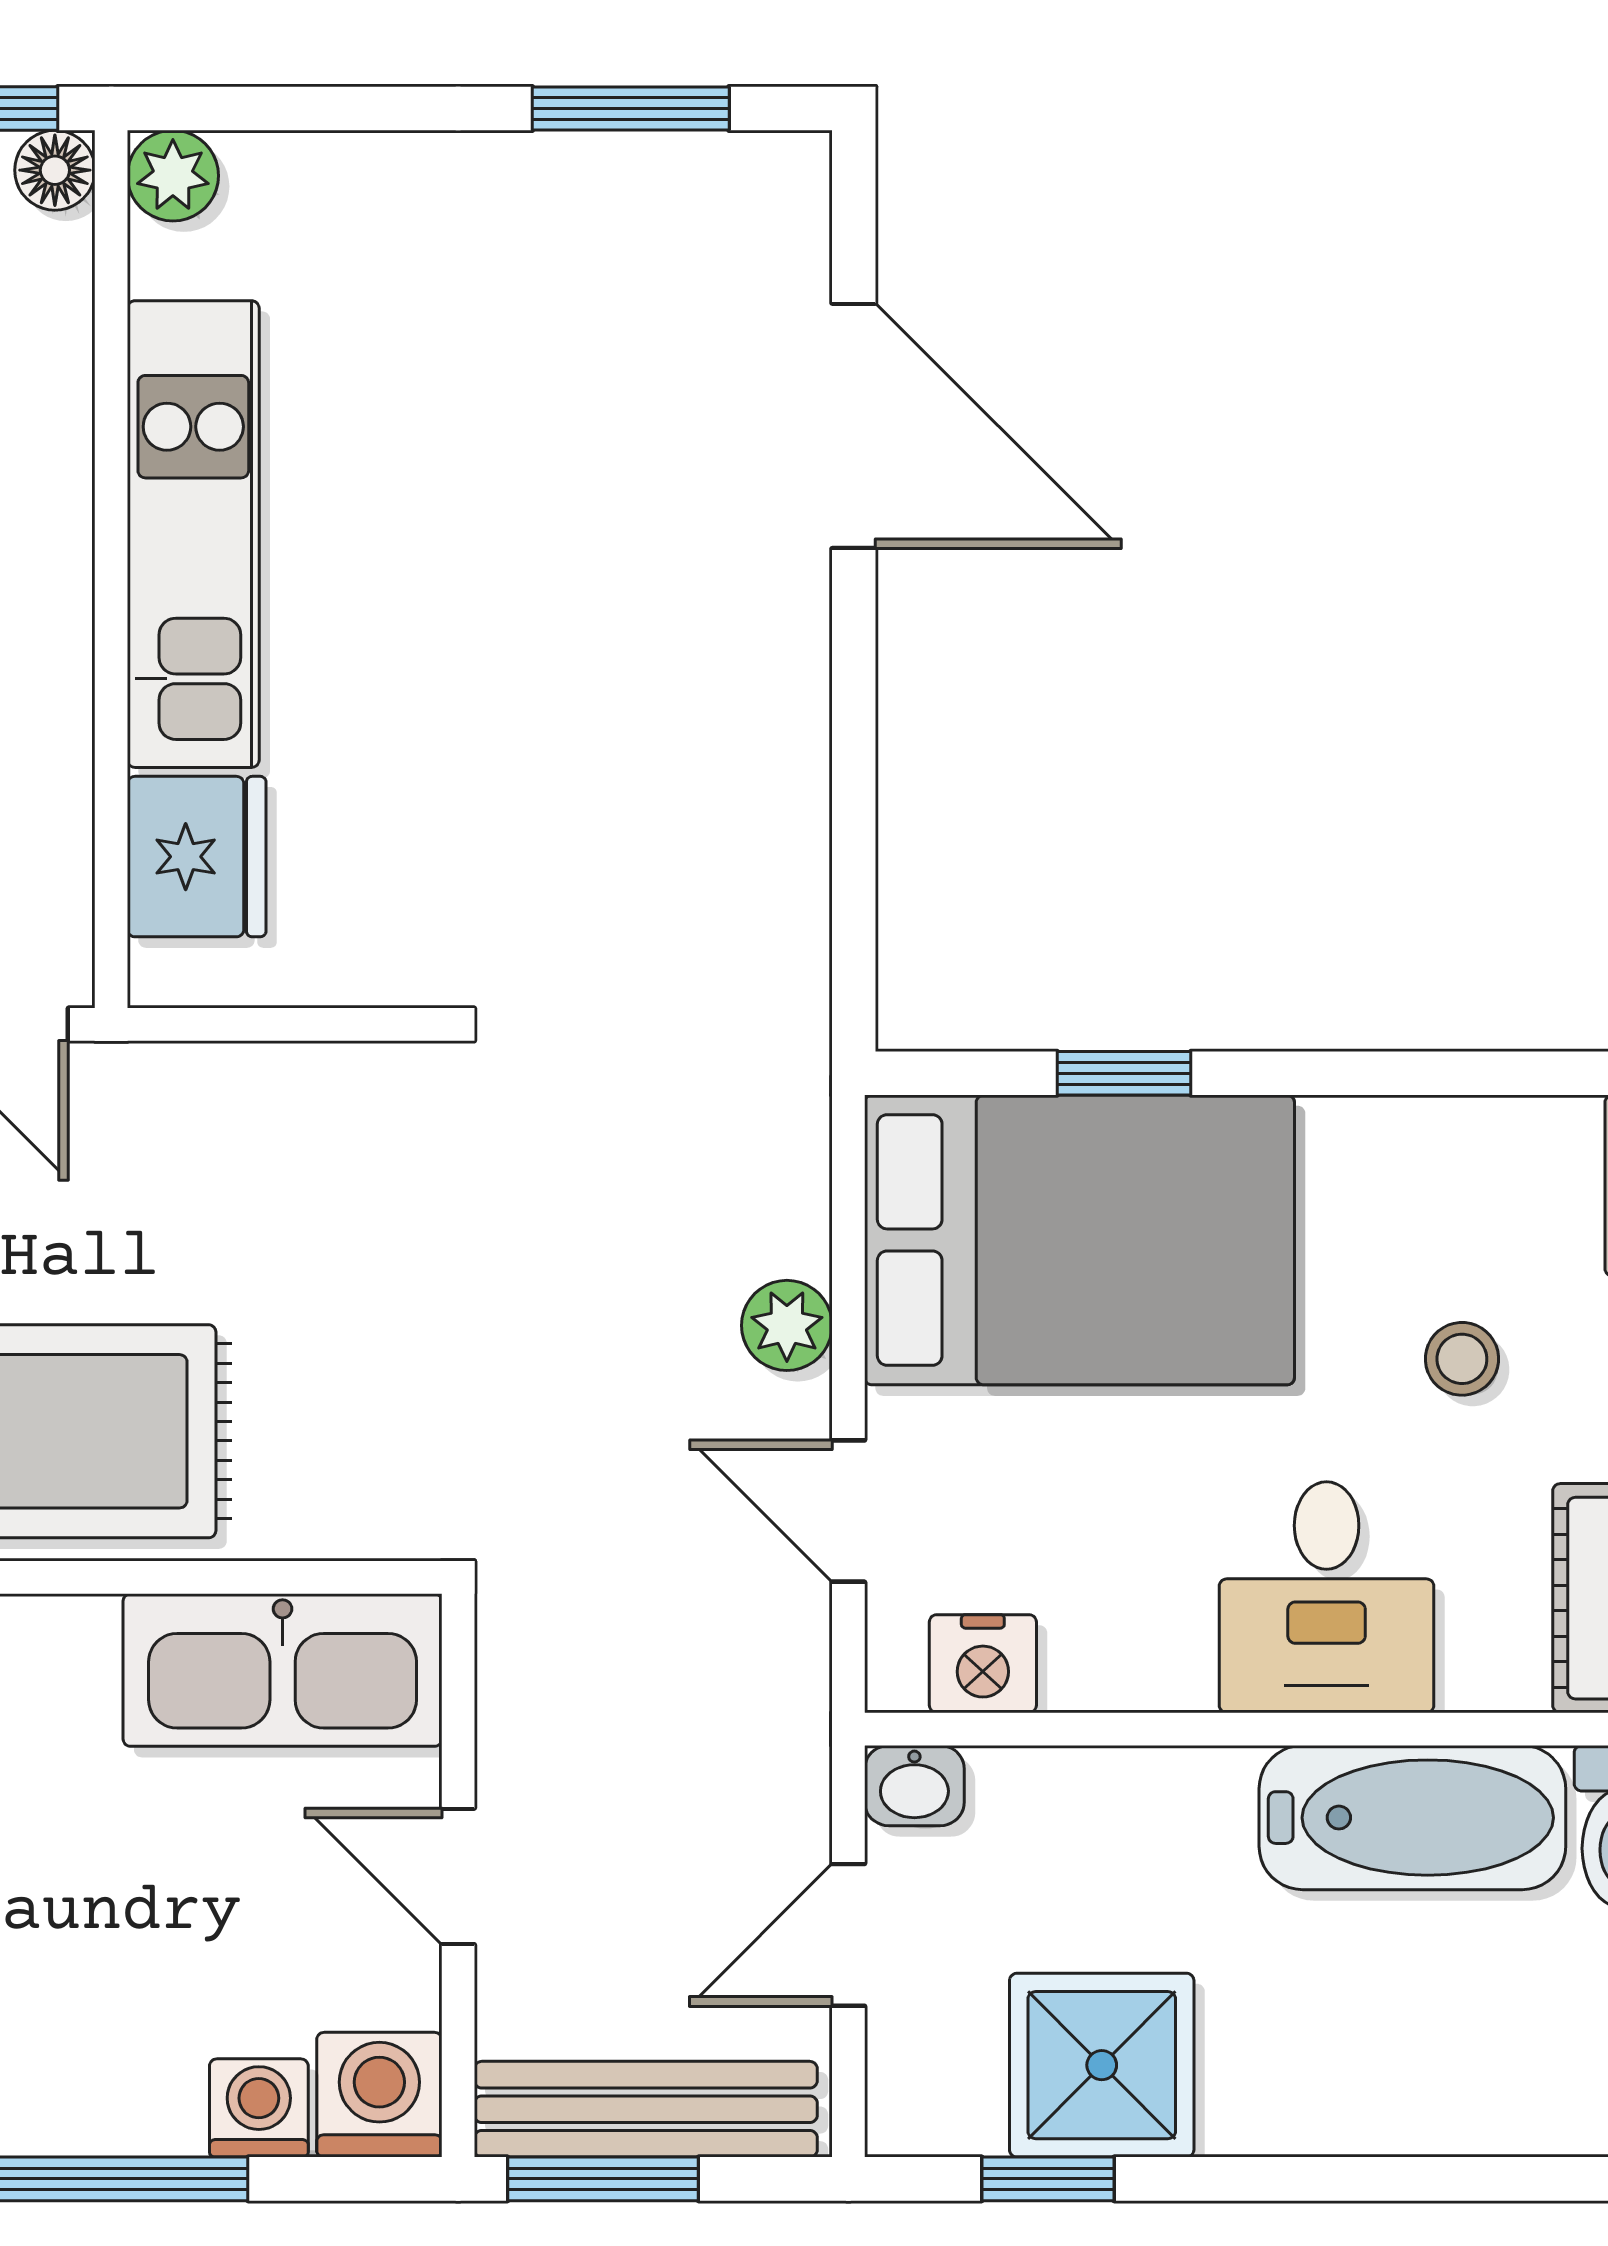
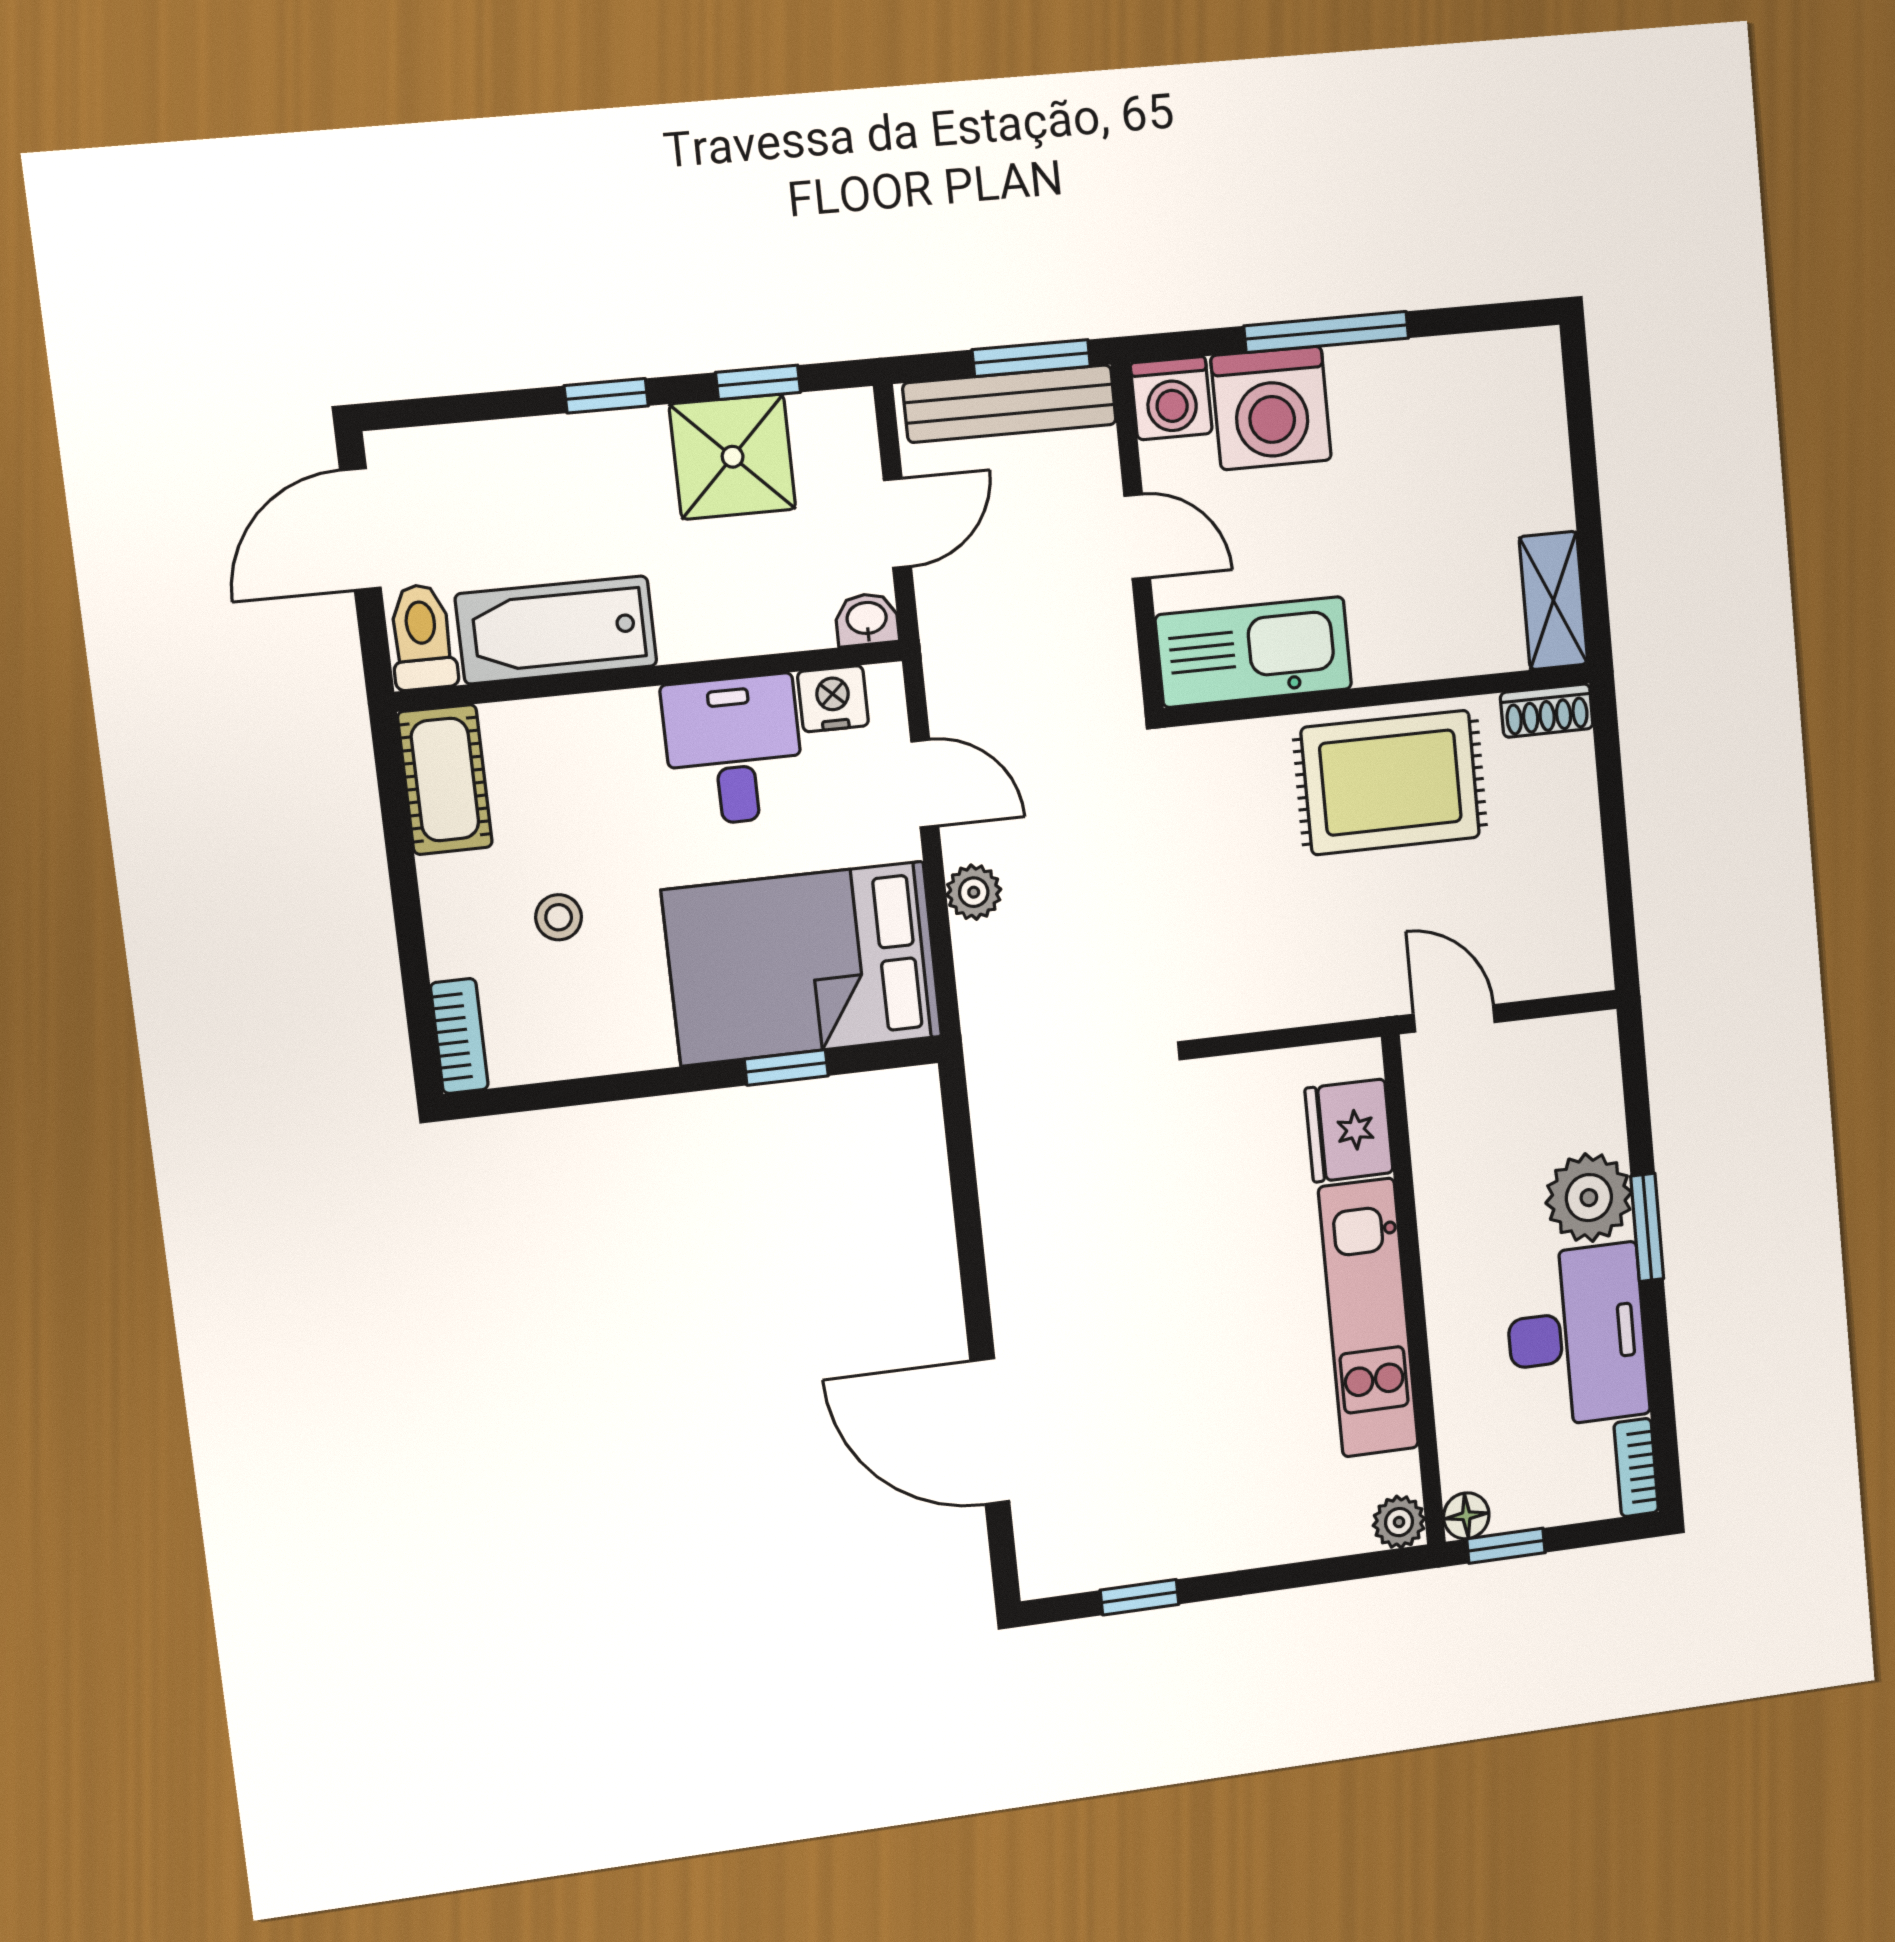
window: (631, 109) -> (1140, 1597), width x0.67
desk: (1327, 1597) -> (734, 750), moved
washing machine: (259, 2108) -> (1271, 408), width x1.89, depth x1.89
window: (1291, 2179) -> (606, 396), added

